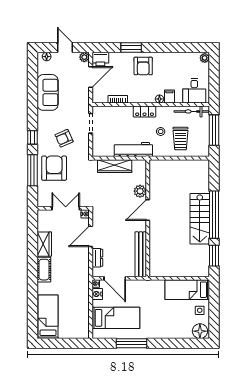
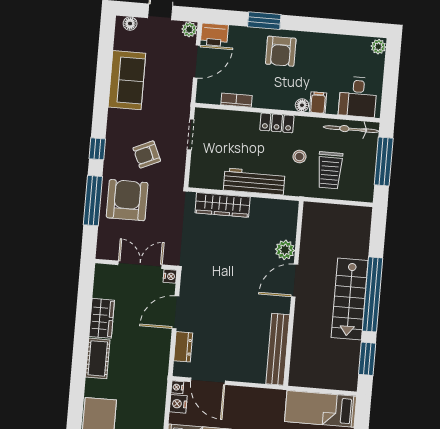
plant: (140, 191) -> (285, 250), moved
door: (148, 210) -> (295, 281), moved
wall: (148, 218) -> (294, 293), moved
bench: (141, 254) -> (278, 349), moved

